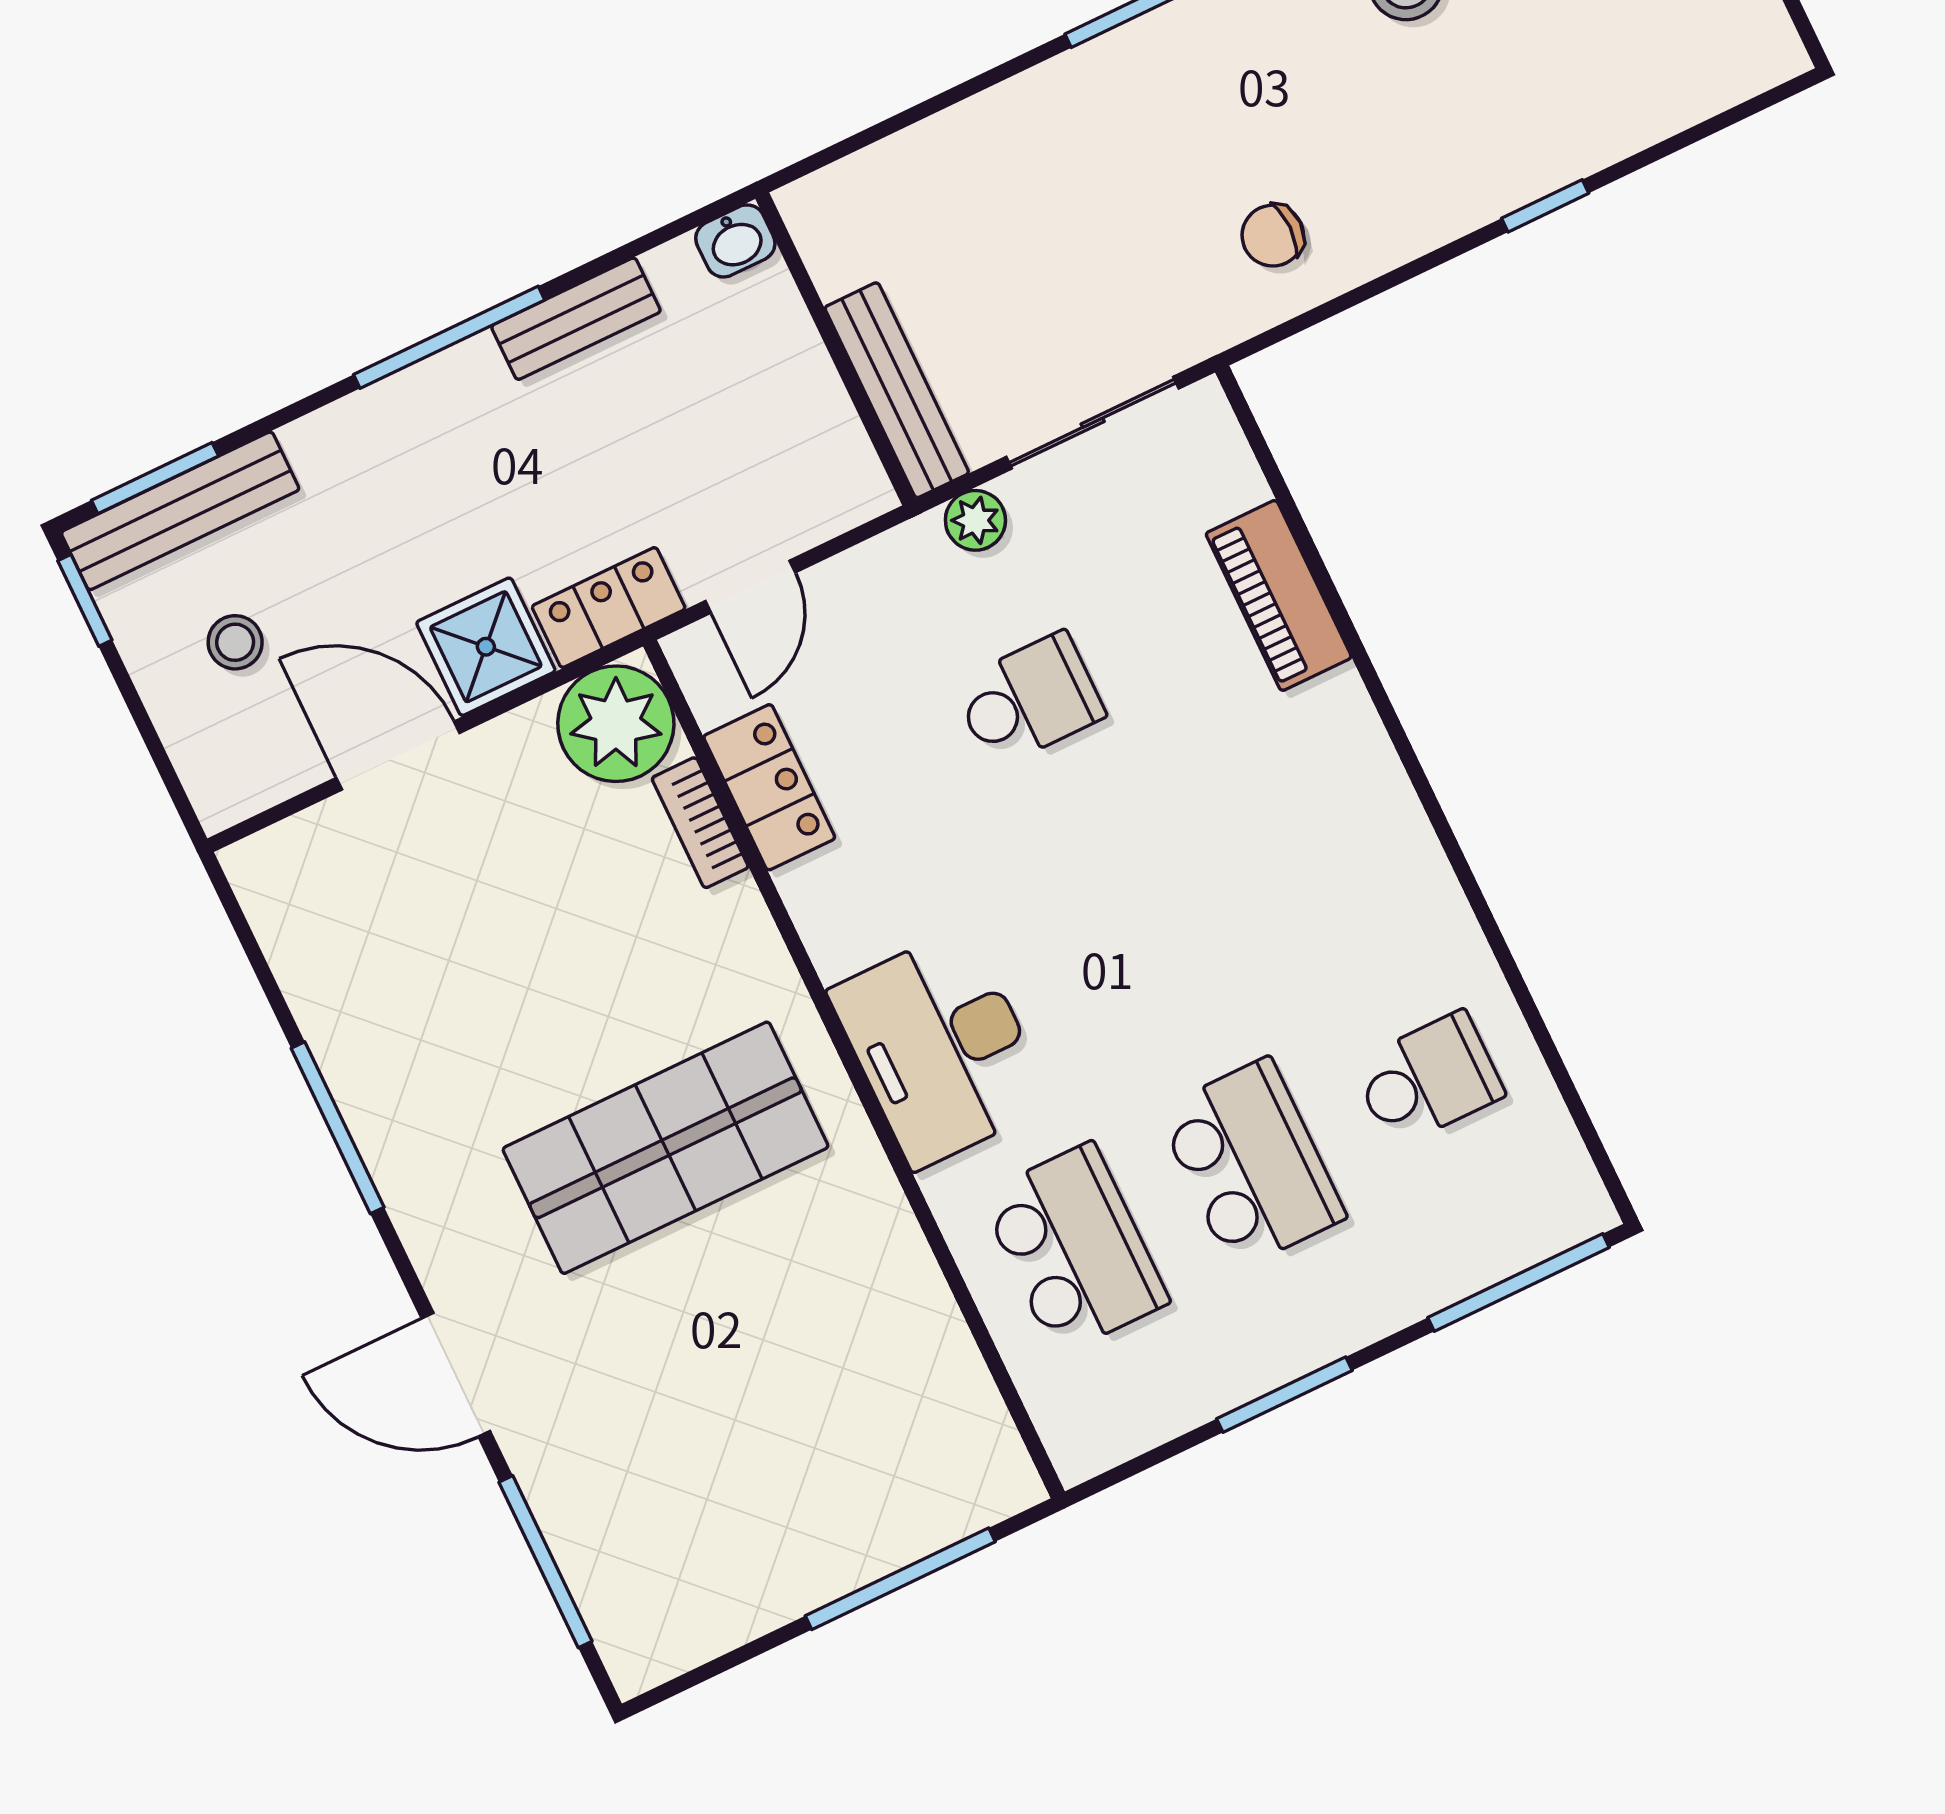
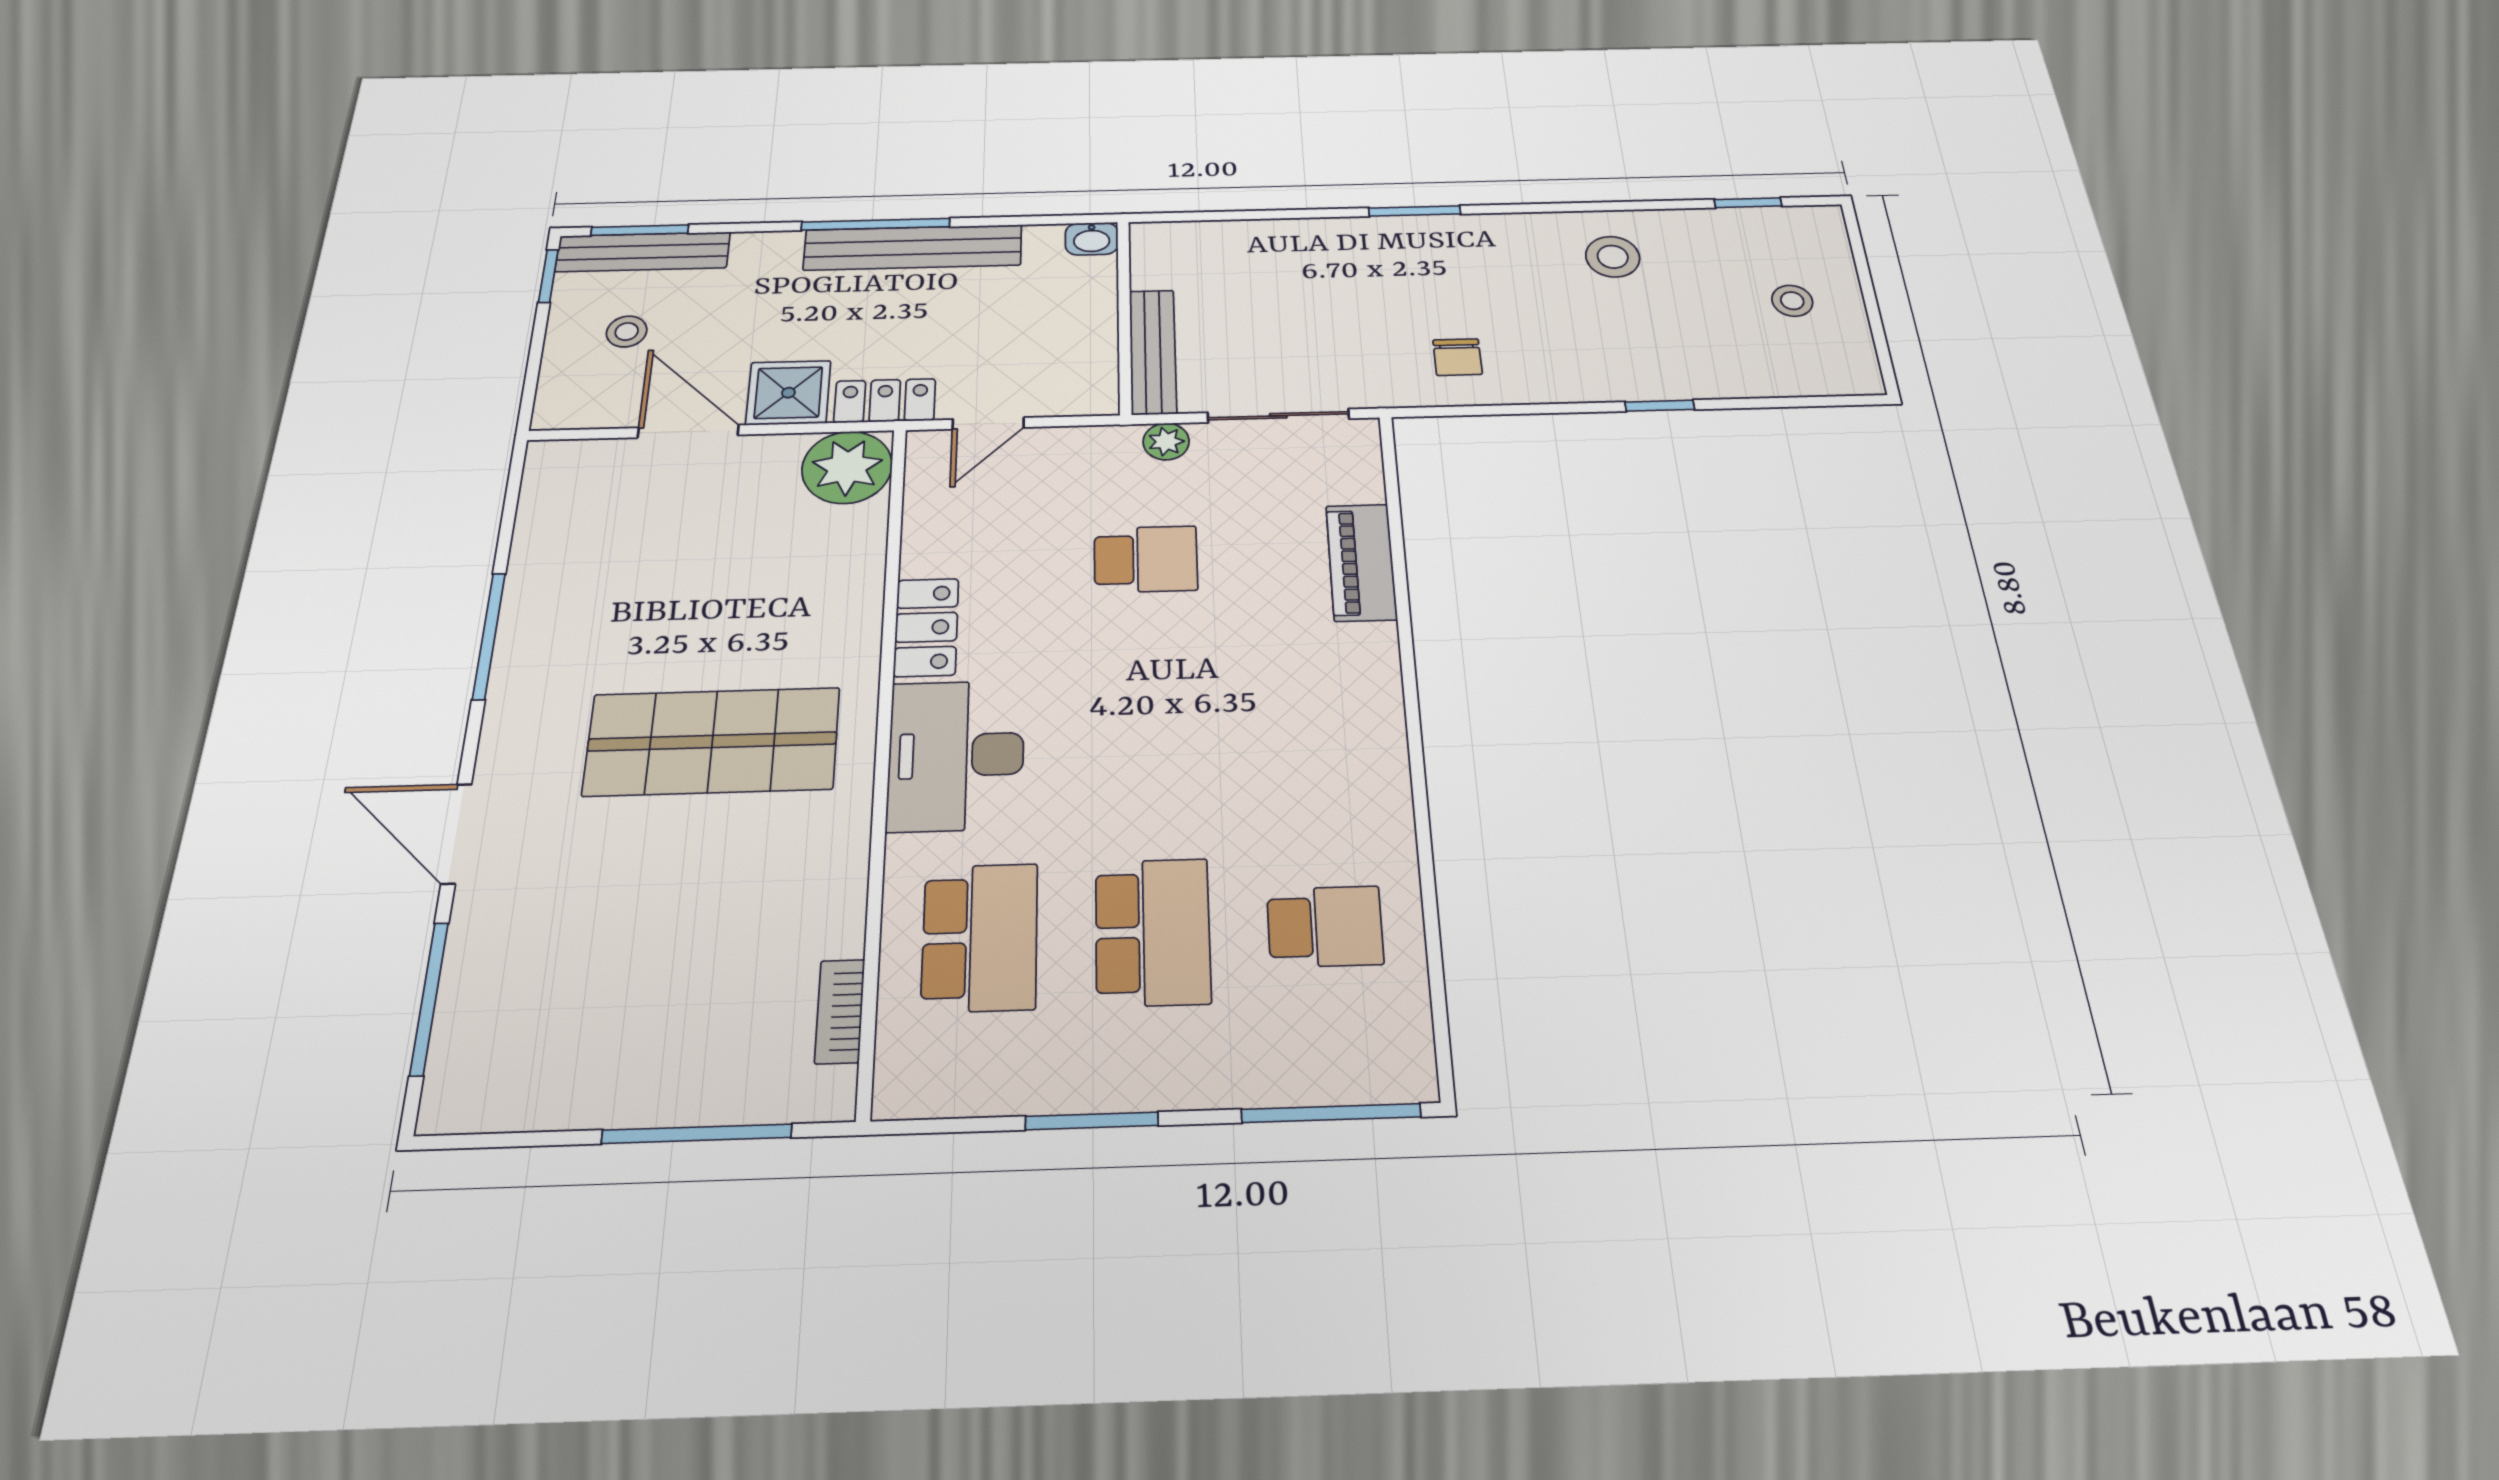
chair: (1273, 236) -> (1457, 357), turned -90
bench: (576, 319) -> (913, 247), width x1.86, depth x1.21
locker: (769, 787) -> (926, 627), moved
bookcase: (700, 823) -> (840, 1011), moved

